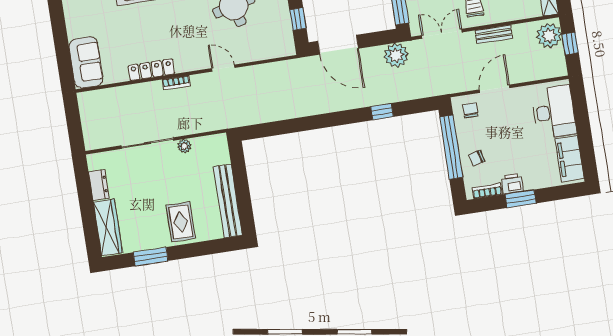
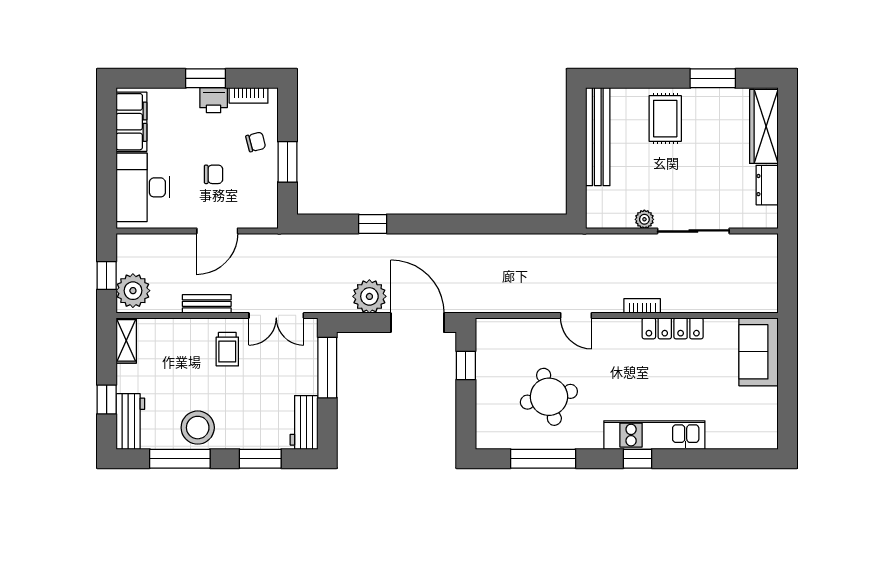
plant: (396, 55) -> (369, 296), moved
chair: (470, 110) -> (214, 174), moved, turned -90
window: (451, 147) -> (287, 162), width x0.47

